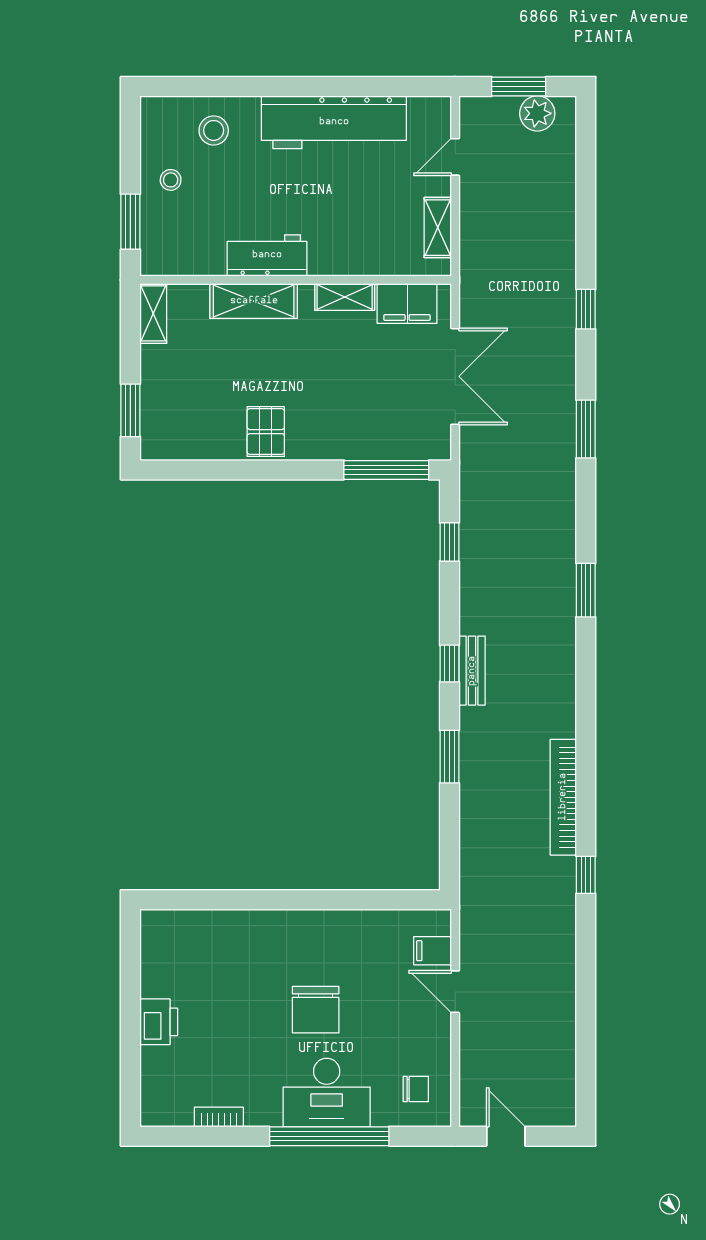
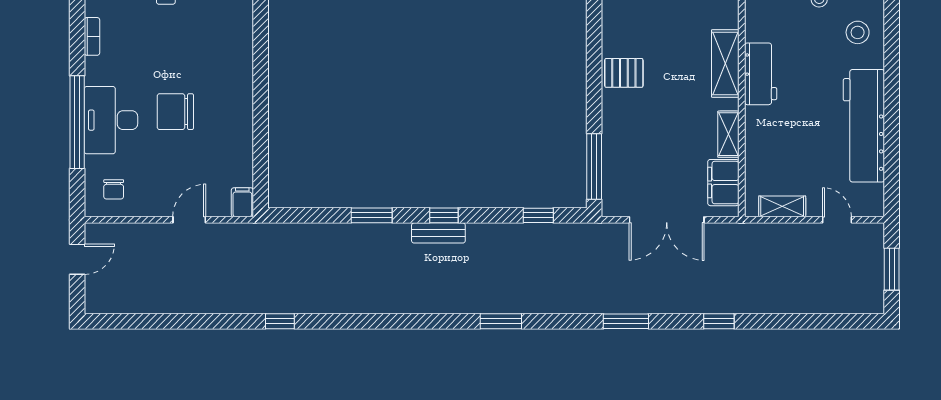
plant: (537, 113) -> (871, 284), removed
bookcase: (563, 797) -> (340, 304), removed
filing cabinet: (432, 951) -> (242, 202), moved

